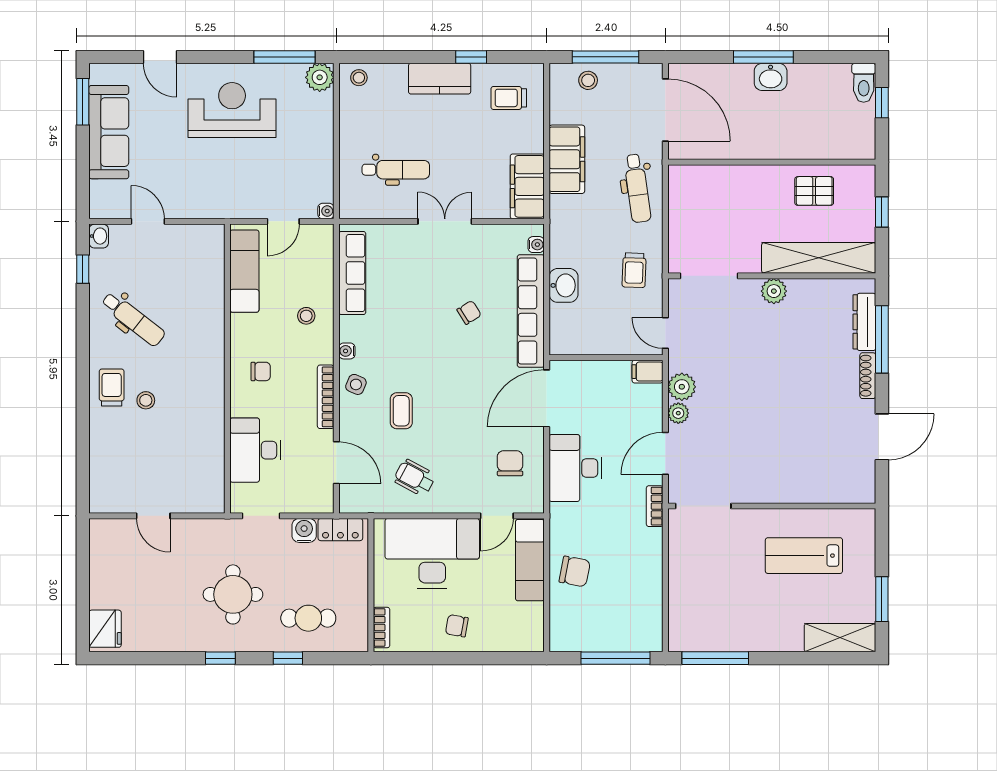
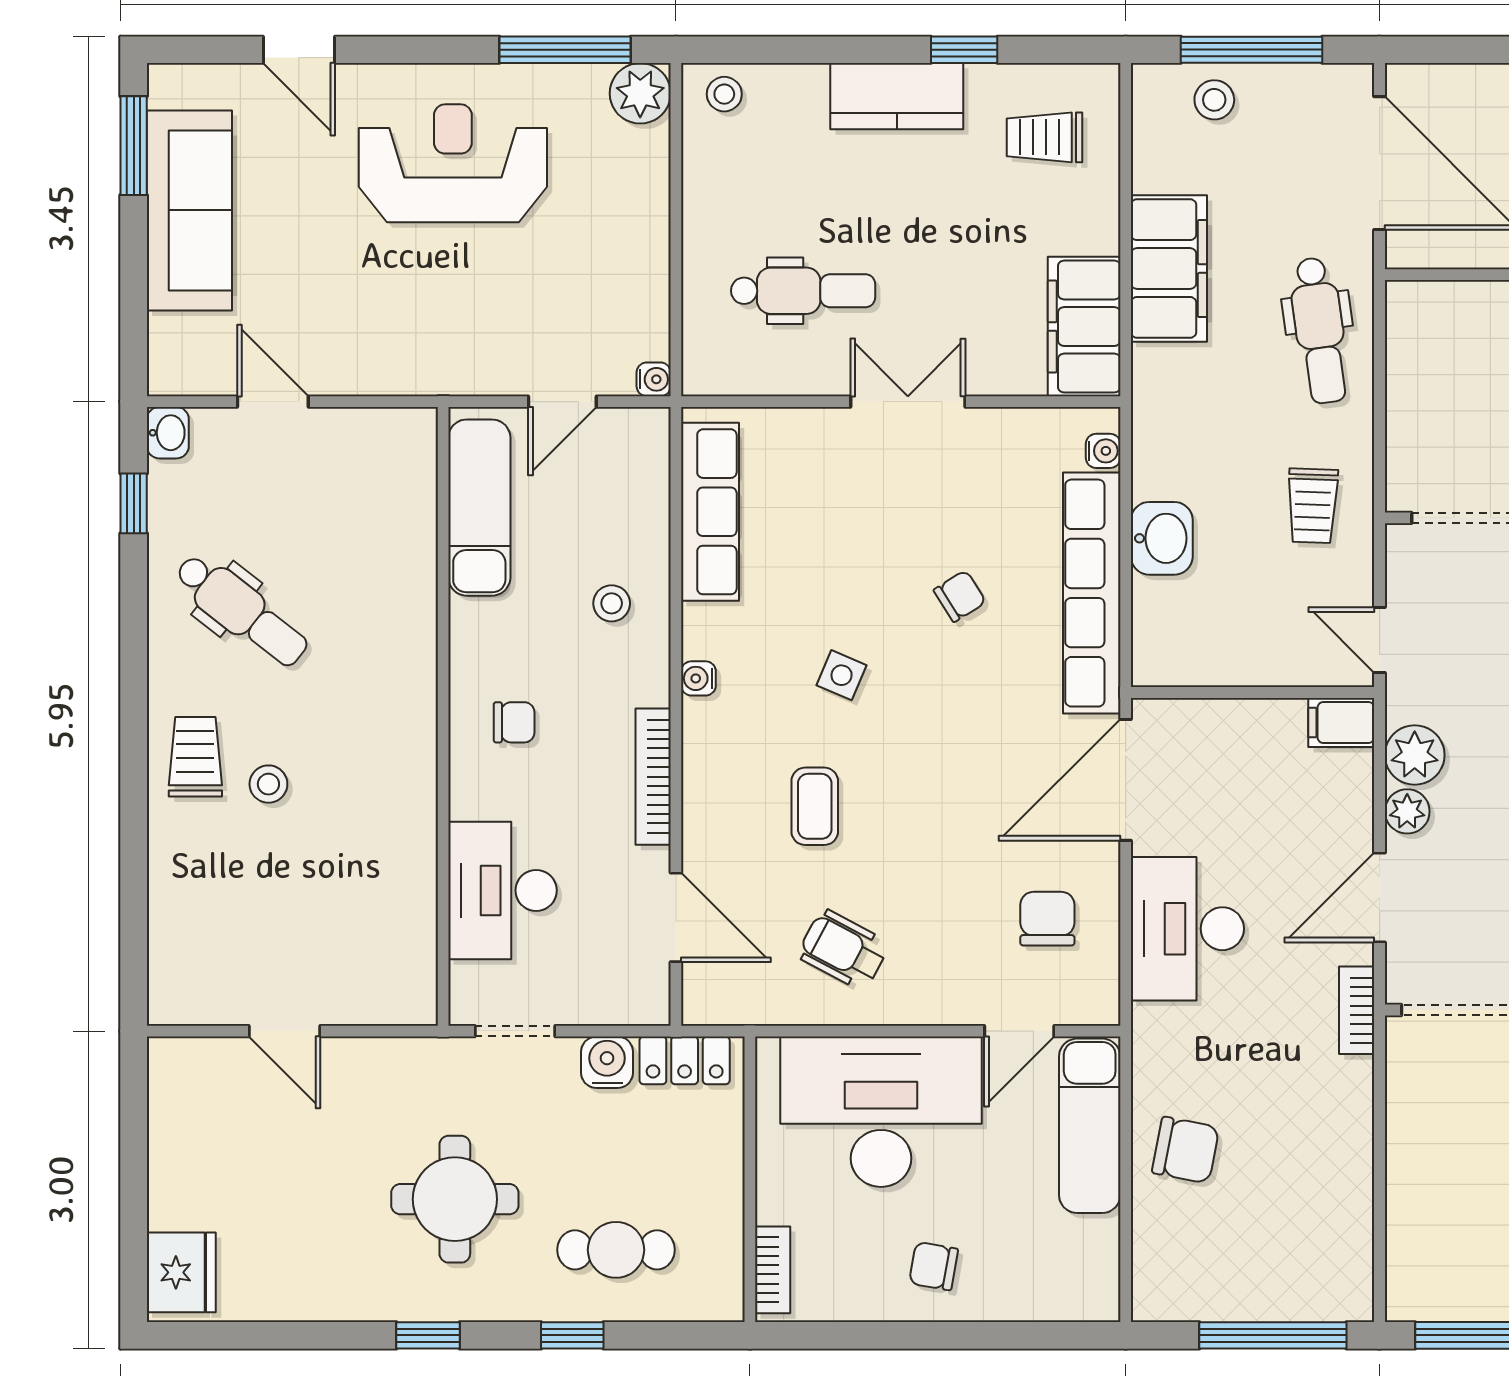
side table: (356, 384) -> (842, 675), moved

